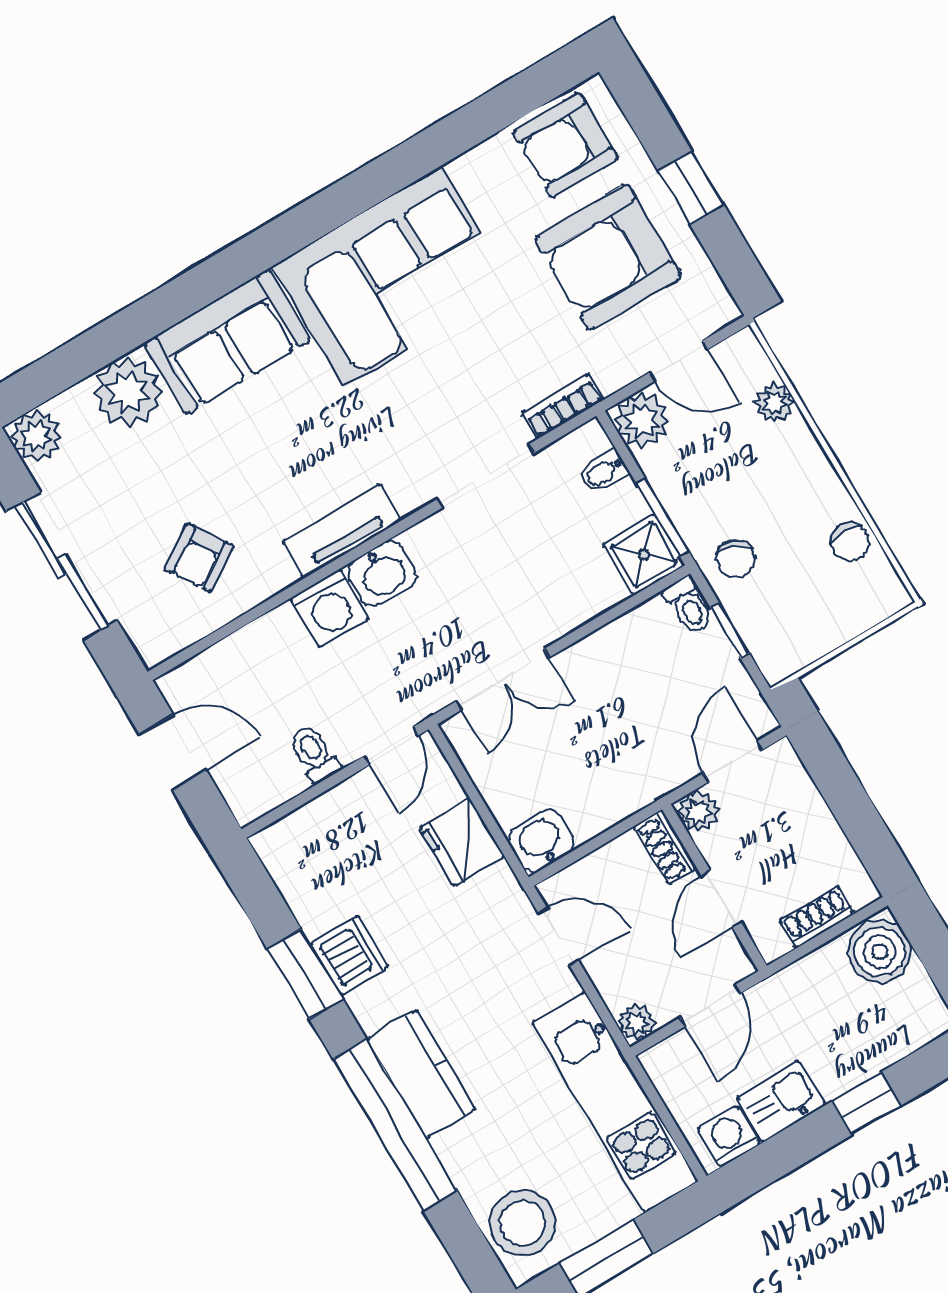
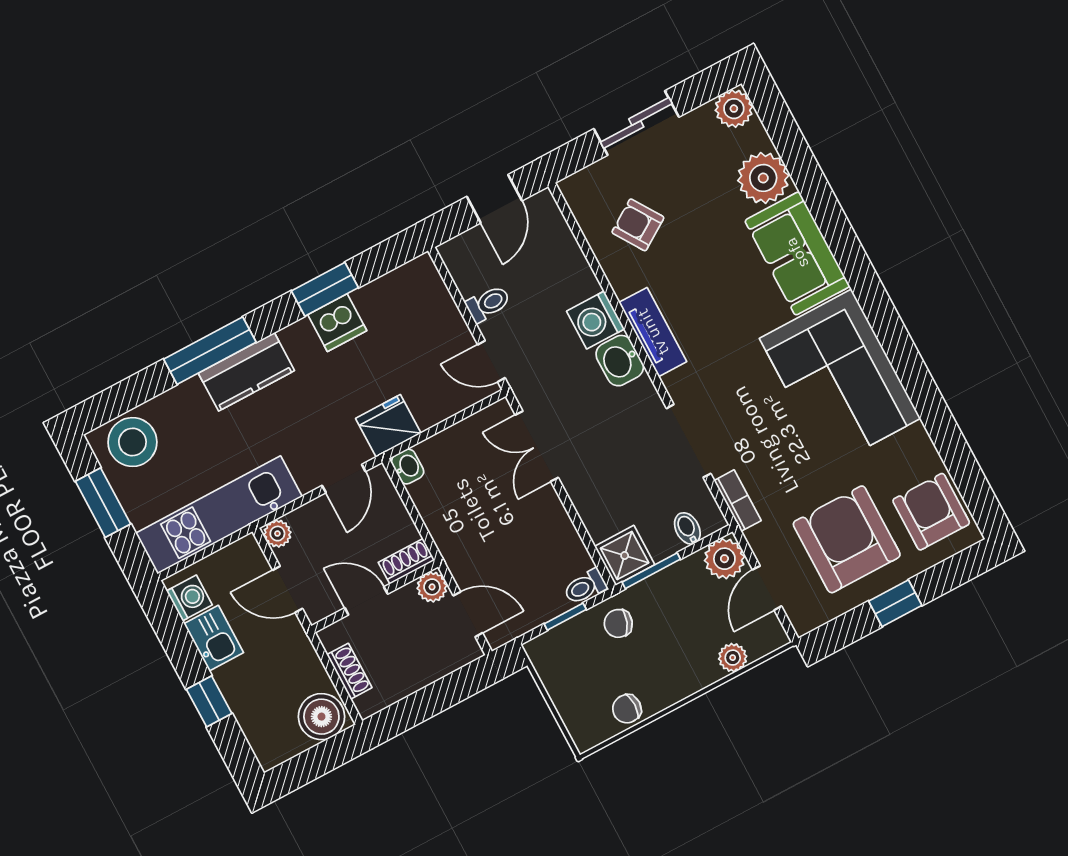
sliding door: (62, 566) -> (636, 123), width x0.73
washbasin: (541, 841) -> (408, 467), width x0.72, depth x0.69
fridge: (462, 842) -> (388, 426), moved
window: (395, 1125) -> (210, 351), width x0.68

